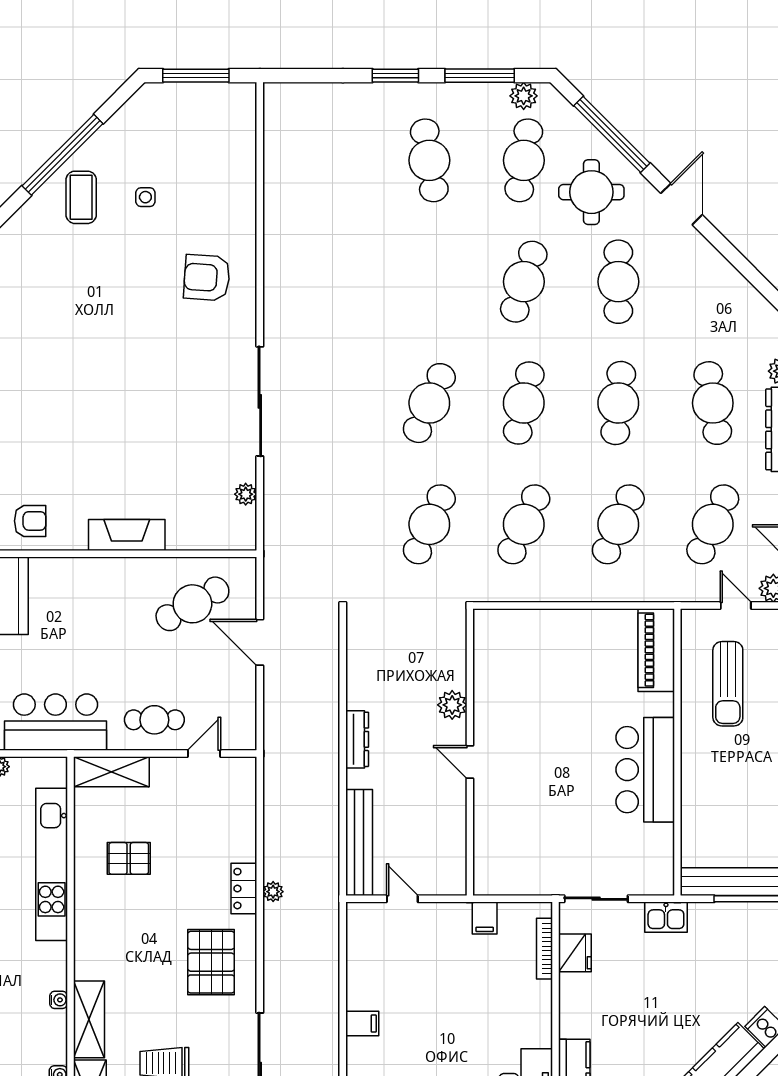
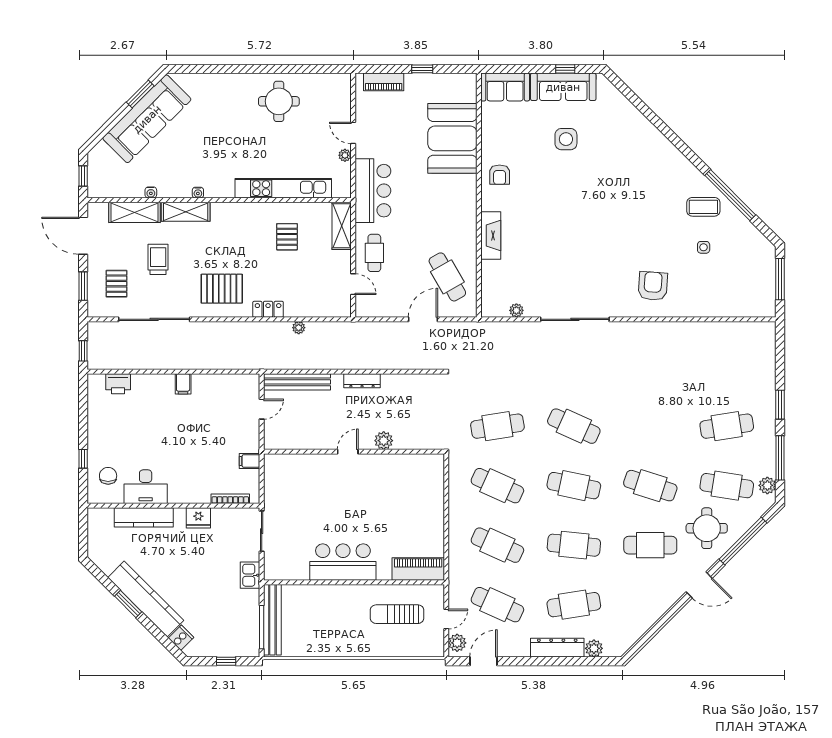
cafe table: (429, 524) -> (497, 426), turned -33
plant: (273, 892) -> (299, 328), moved
fridge: (575, 953) -> (198, 518), moved

